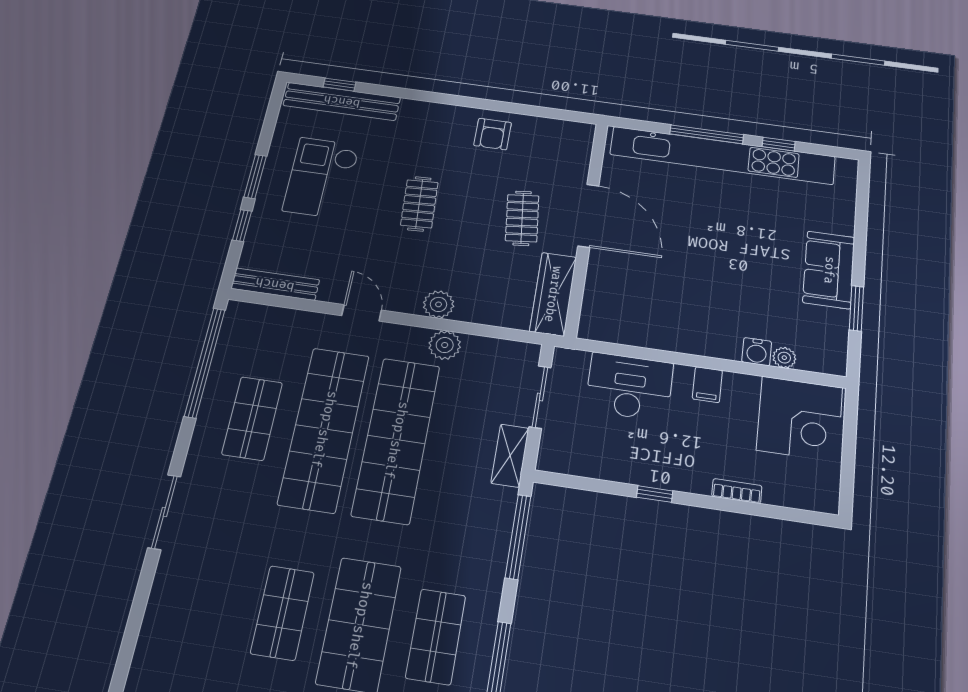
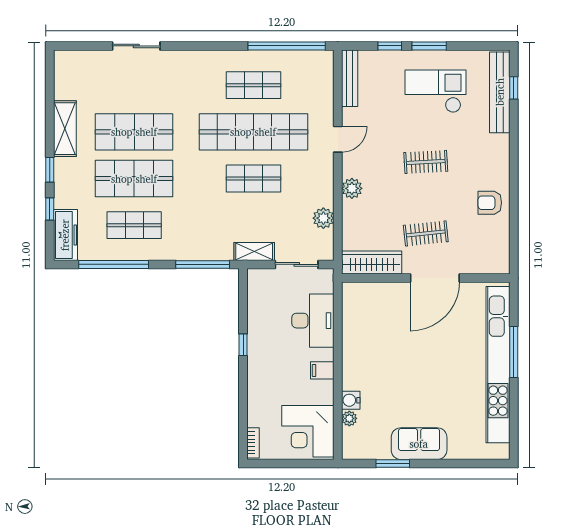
window: (779, 144) -> (514, 403), removed
plant: (445, 345) -> (323, 218), moved
shop shelf: (396, 440) -> (253, 179), width x0.50, depth x0.74
bookcase: (737, 491) -> (253, 443), moved
sliding door: (164, 512) -> (136, 46), moved
shop shelf: (282, 613) -> (134, 132), width x1.43, depth x1.36

